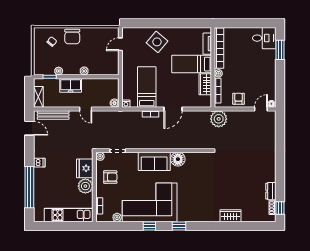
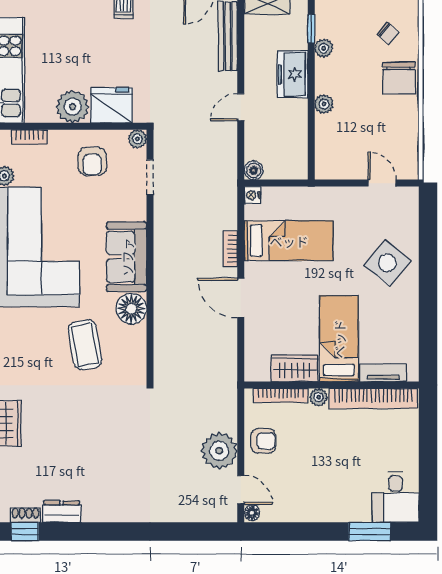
chair: (72, 37) -> (399, 78), turned -90
plant: (219, 119) -> (219, 451), moved
coffee table: (194, 180) -> (85, 345), added

